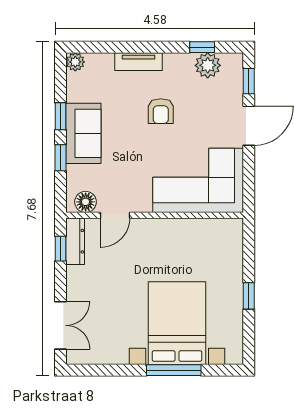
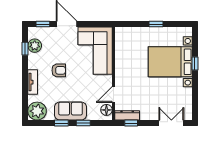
plant: (75, 62) -> (37, 111), width x1.88, depth x1.88
door: (115, 215) -> (113, 94), swing flipped
window: (174, 370) -> (195, 63), width x0.46

